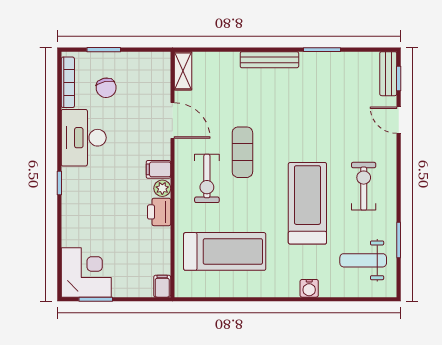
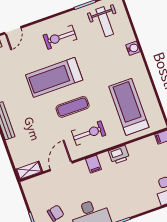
exercise mat: (242, 152) -> (73, 107), moved
plant: (162, 188) -> (104, 158), removed
treadmill: (307, 203) -> (54, 77), moved

